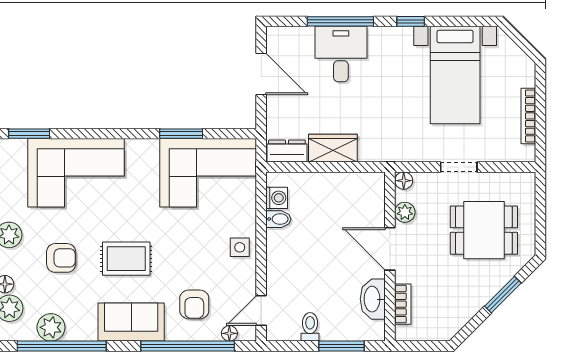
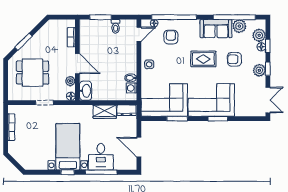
bed with nightstands: (455, 75) -> (68, 147), moved
window: (29, 134) -> (218, 119), moved
corner sofa: (76, 173) -> (211, 100), moved
washbasin: (373, 299) -> (86, 91), moved
sofa: (131, 322) -> (216, 29), moved

